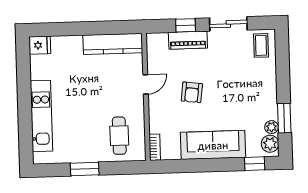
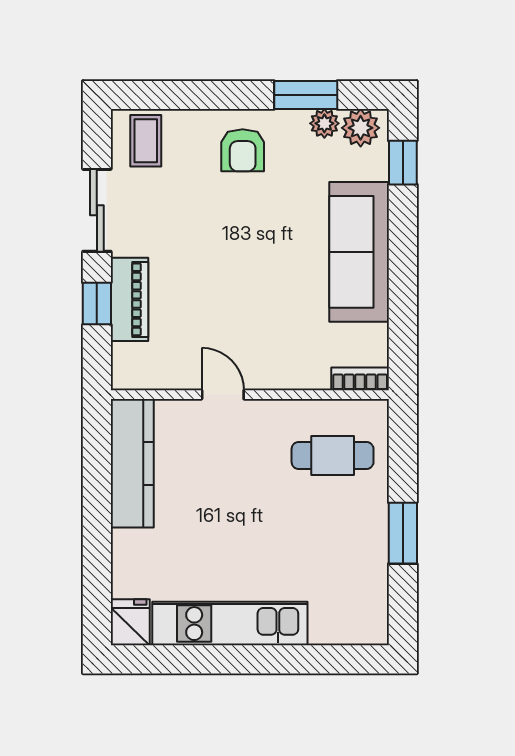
coffee table: (261, 45) -> (146, 141), turned 90
armchair: (192, 92) -> (243, 150), moved, turned 83
kitchen unit: (41, 116) -> (230, 624), moved

